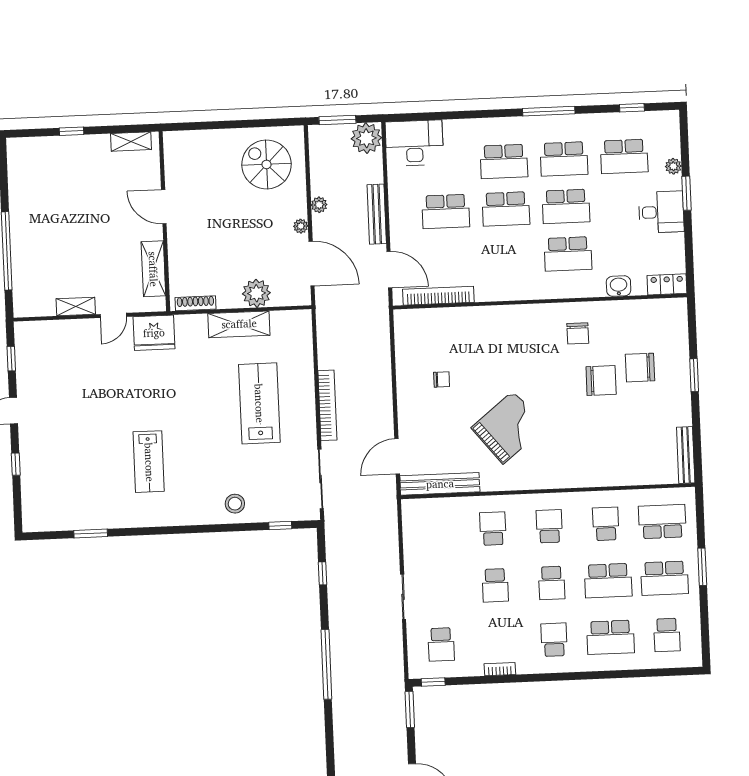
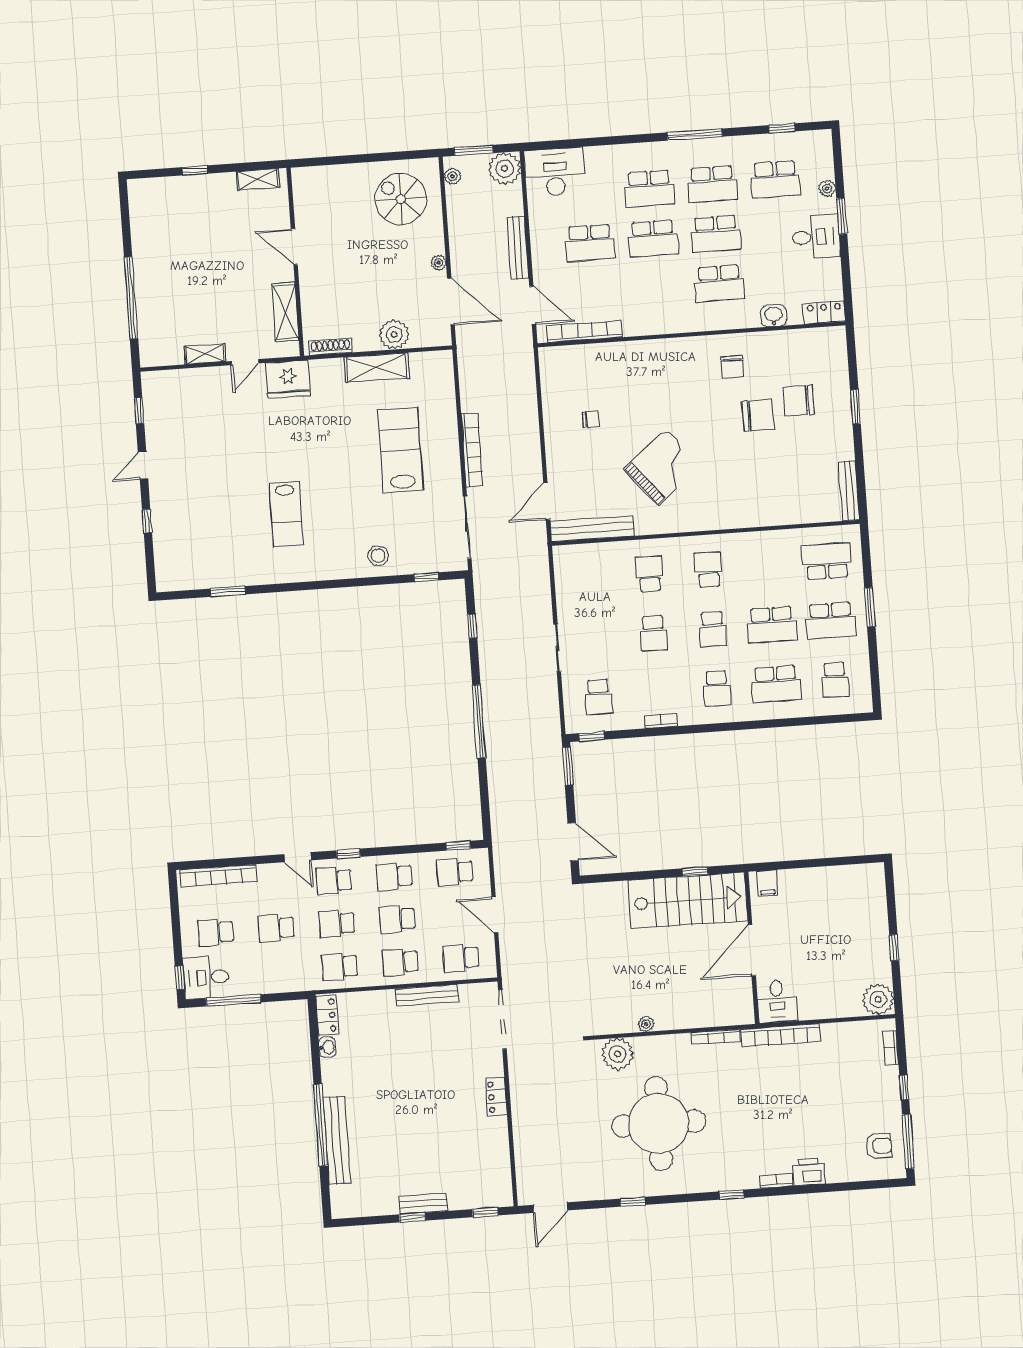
plant: (319, 205) -> (452, 176), moved
school desk: (606, 524) -> (767, 565), removed
school desk: (554, 640) -> (717, 688), turned 180

